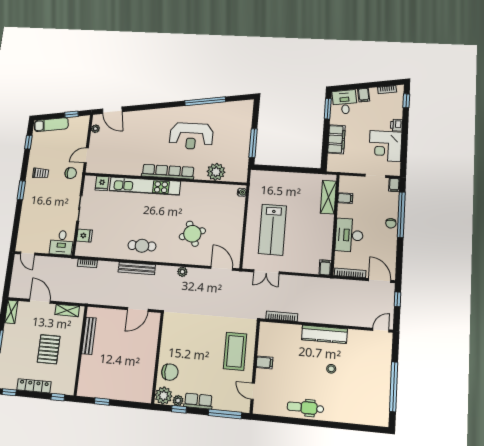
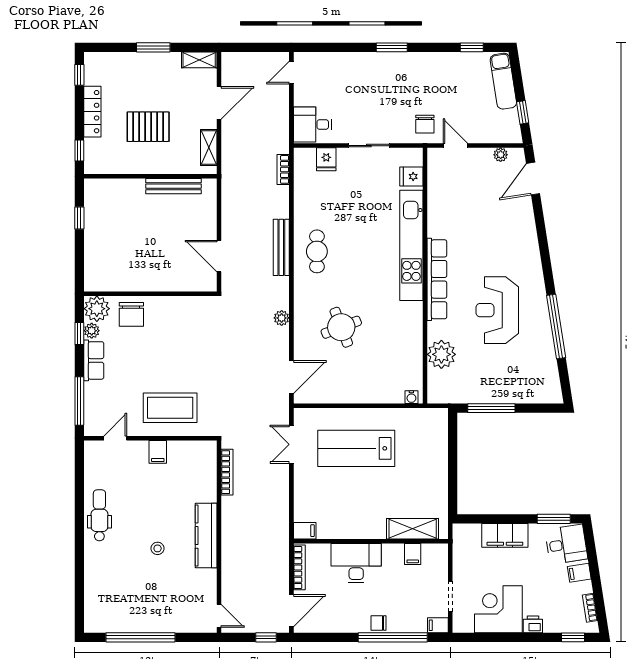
trolley: (41, 173) -> (422, 75), removed

